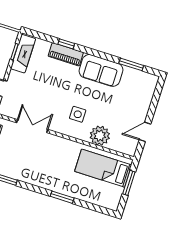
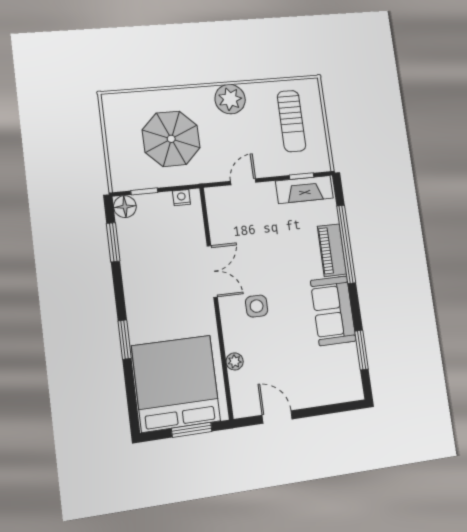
window: (66, 44) -> (346, 244), width x3.17
double door: (32, 126) -> (212, 271), moved
plant: (100, 136) -> (235, 361), width x0.53, depth x0.53
bed: (103, 168) -> (176, 383), width x2.04

